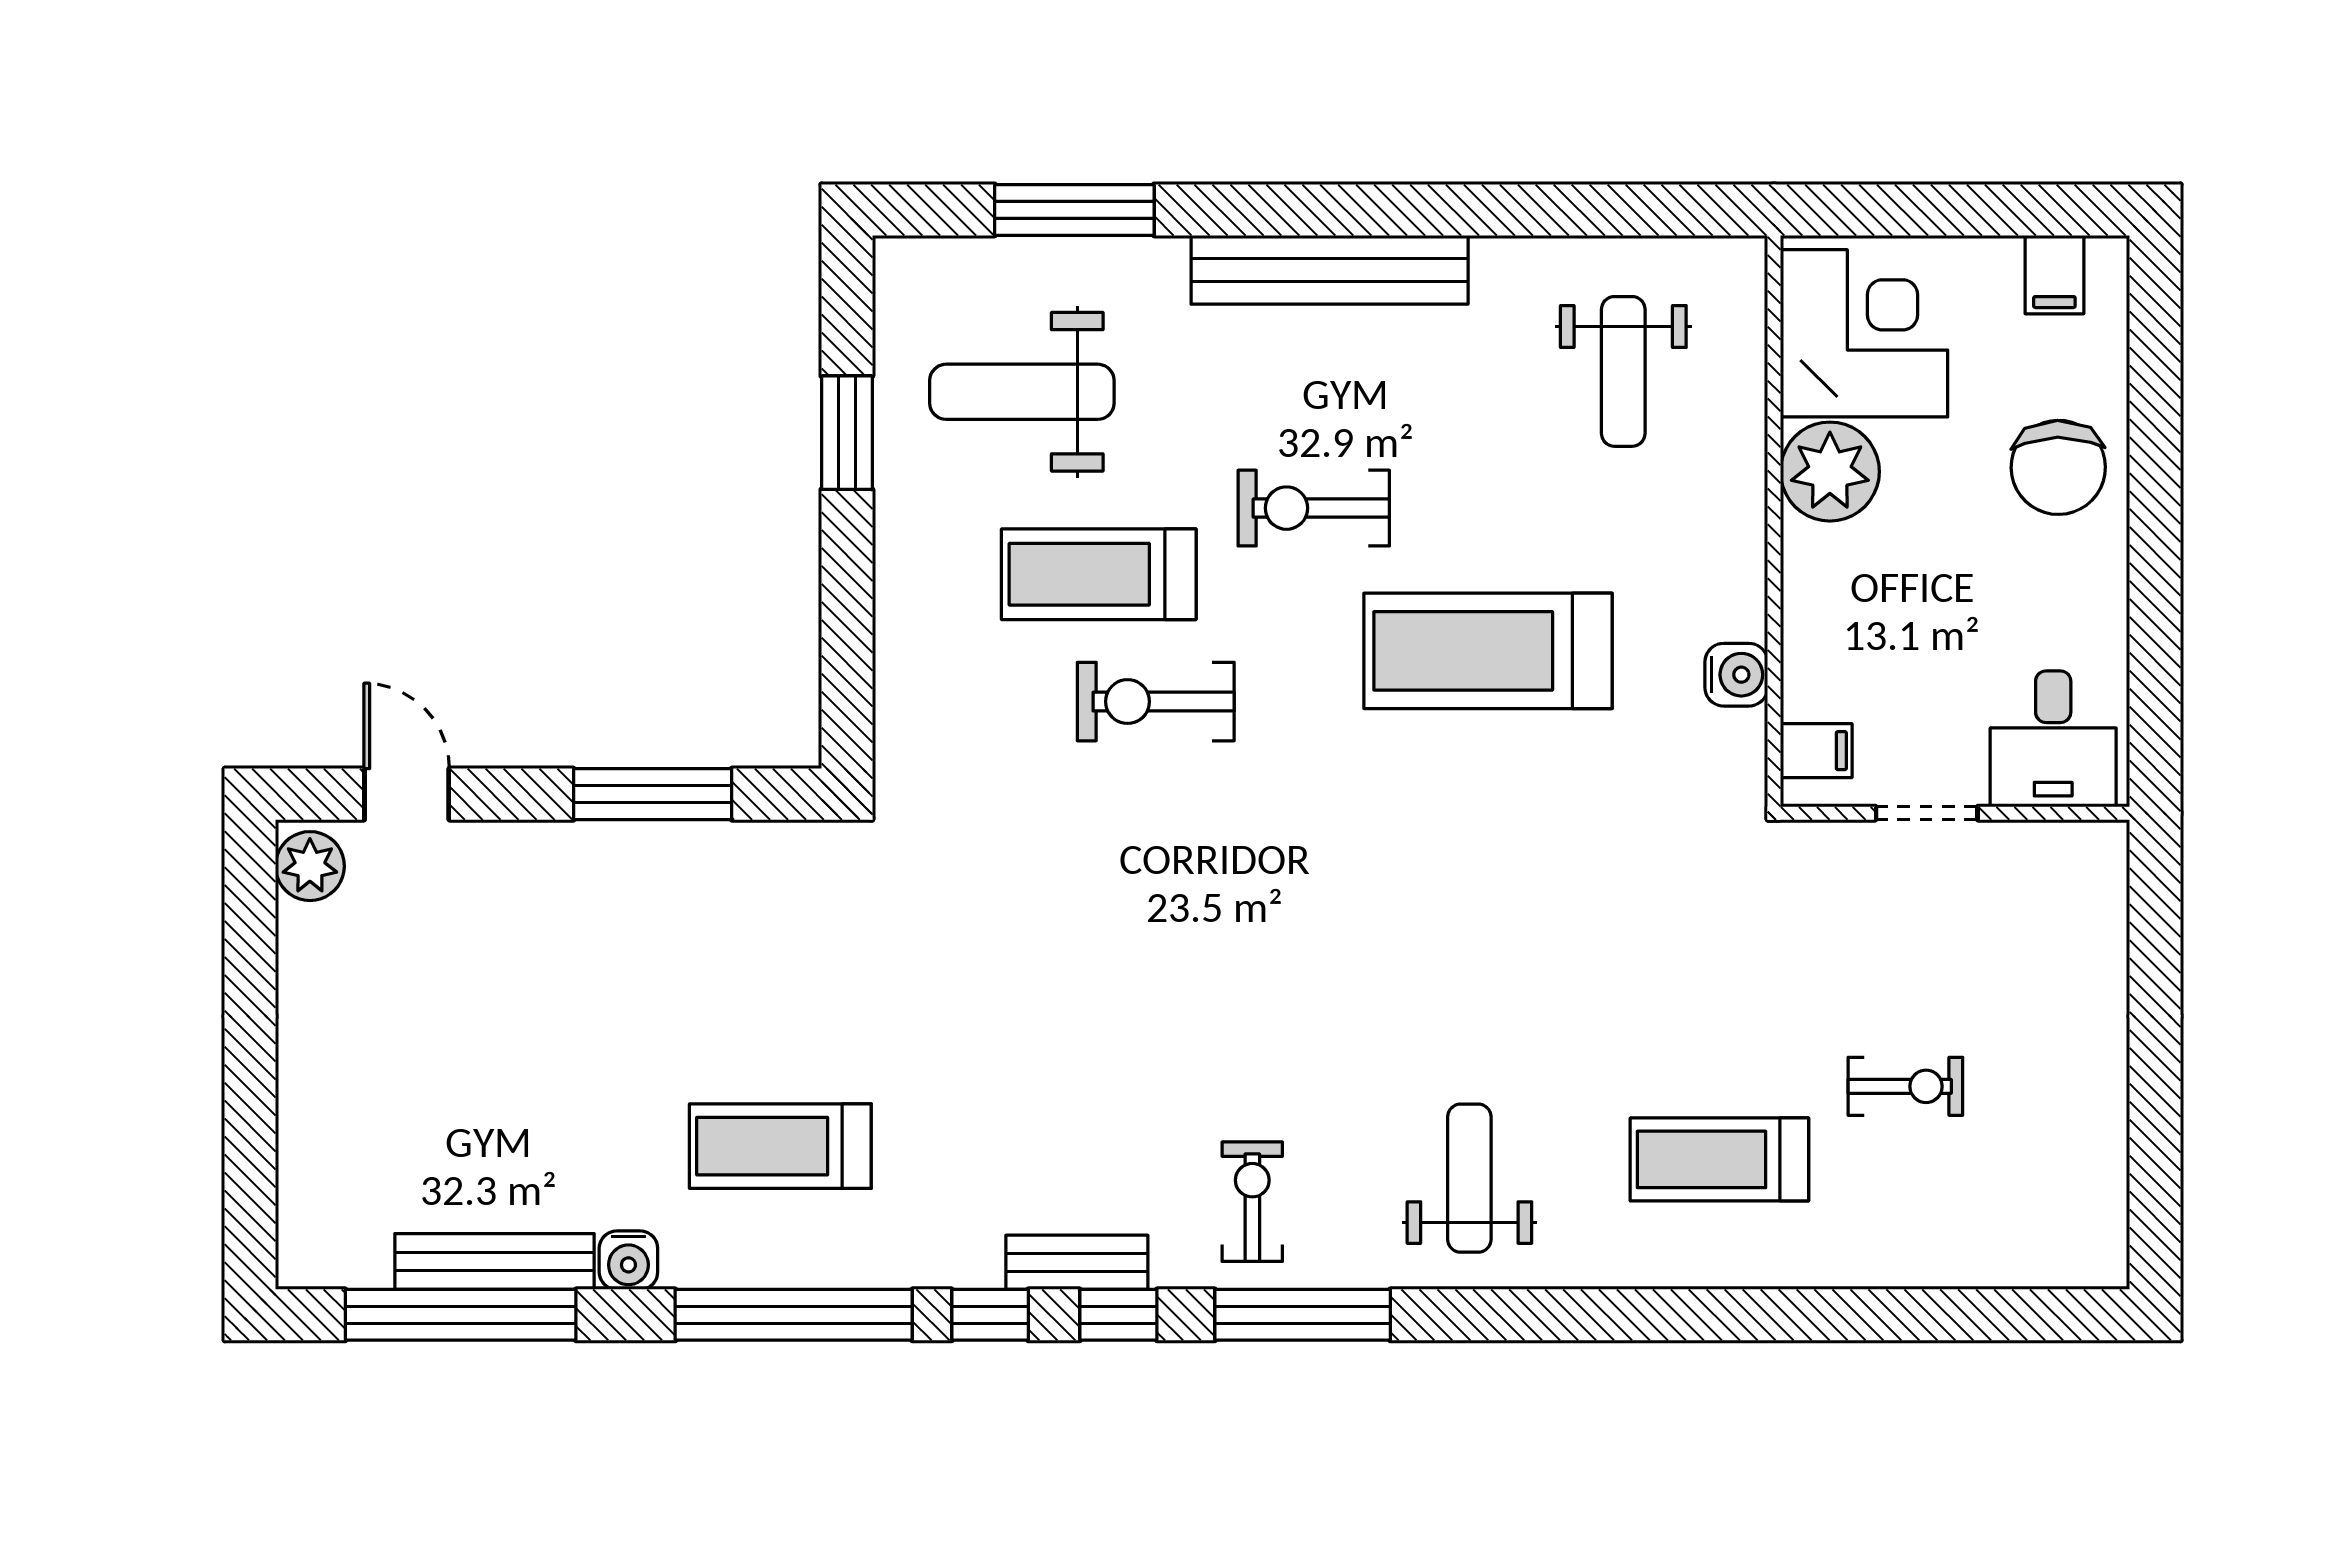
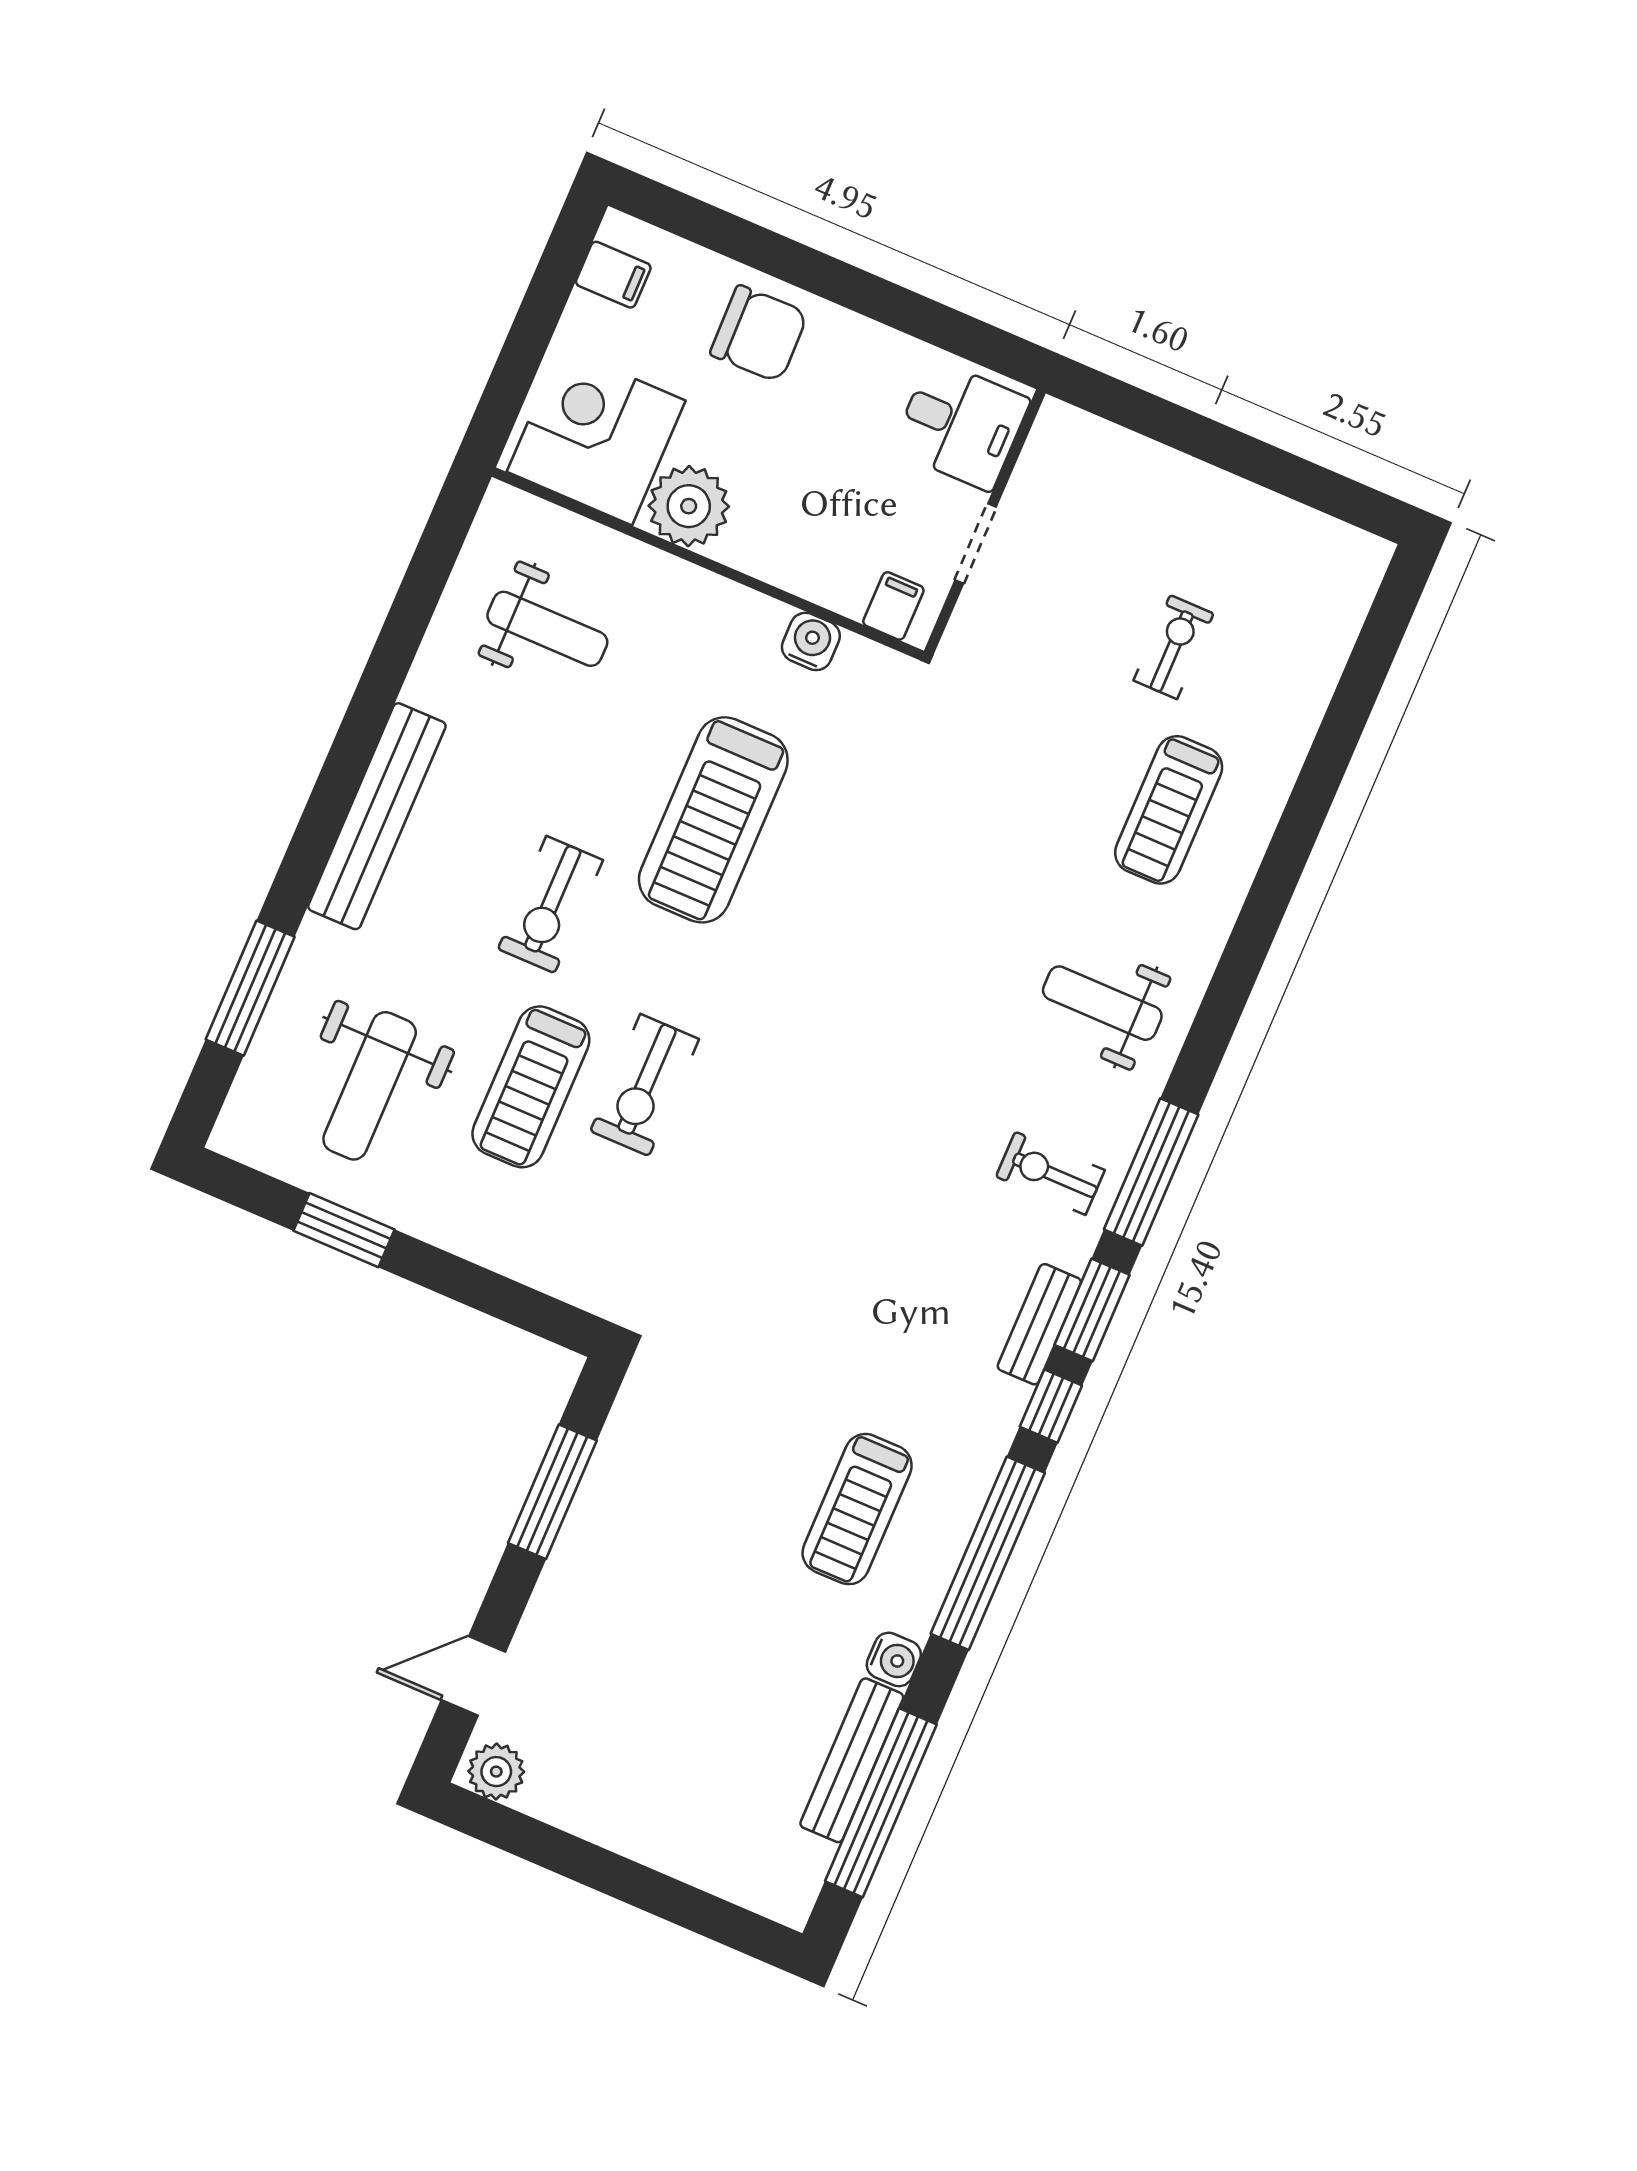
window: (1118, 1315) -> (1092, 1310), width x1.50

